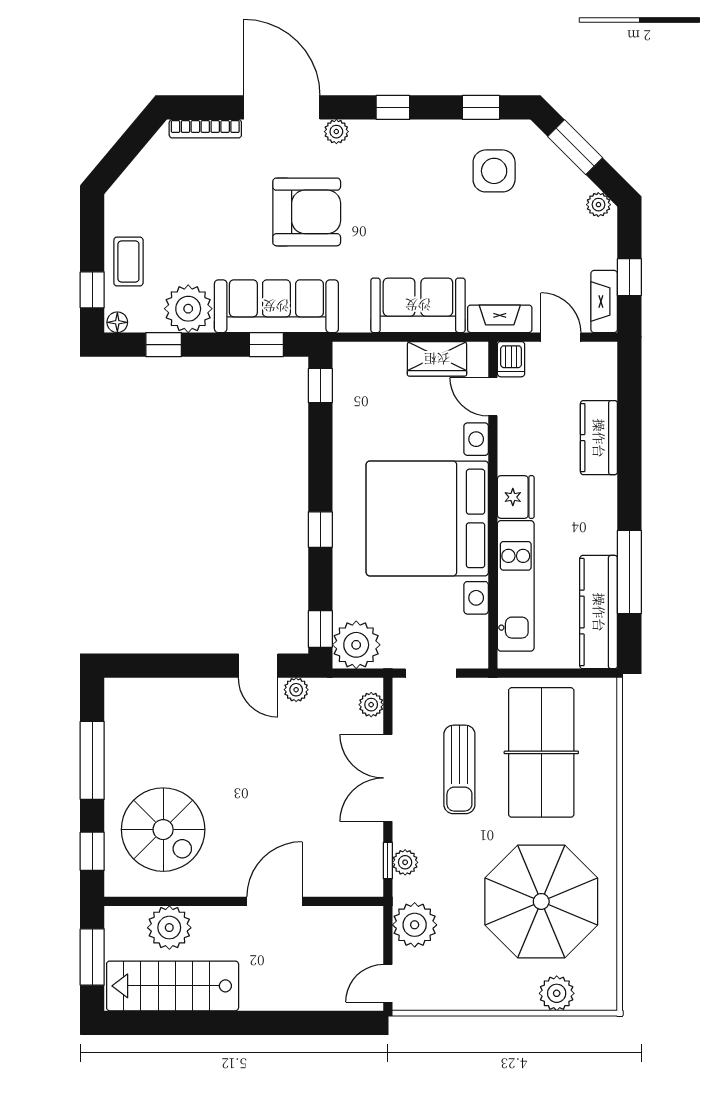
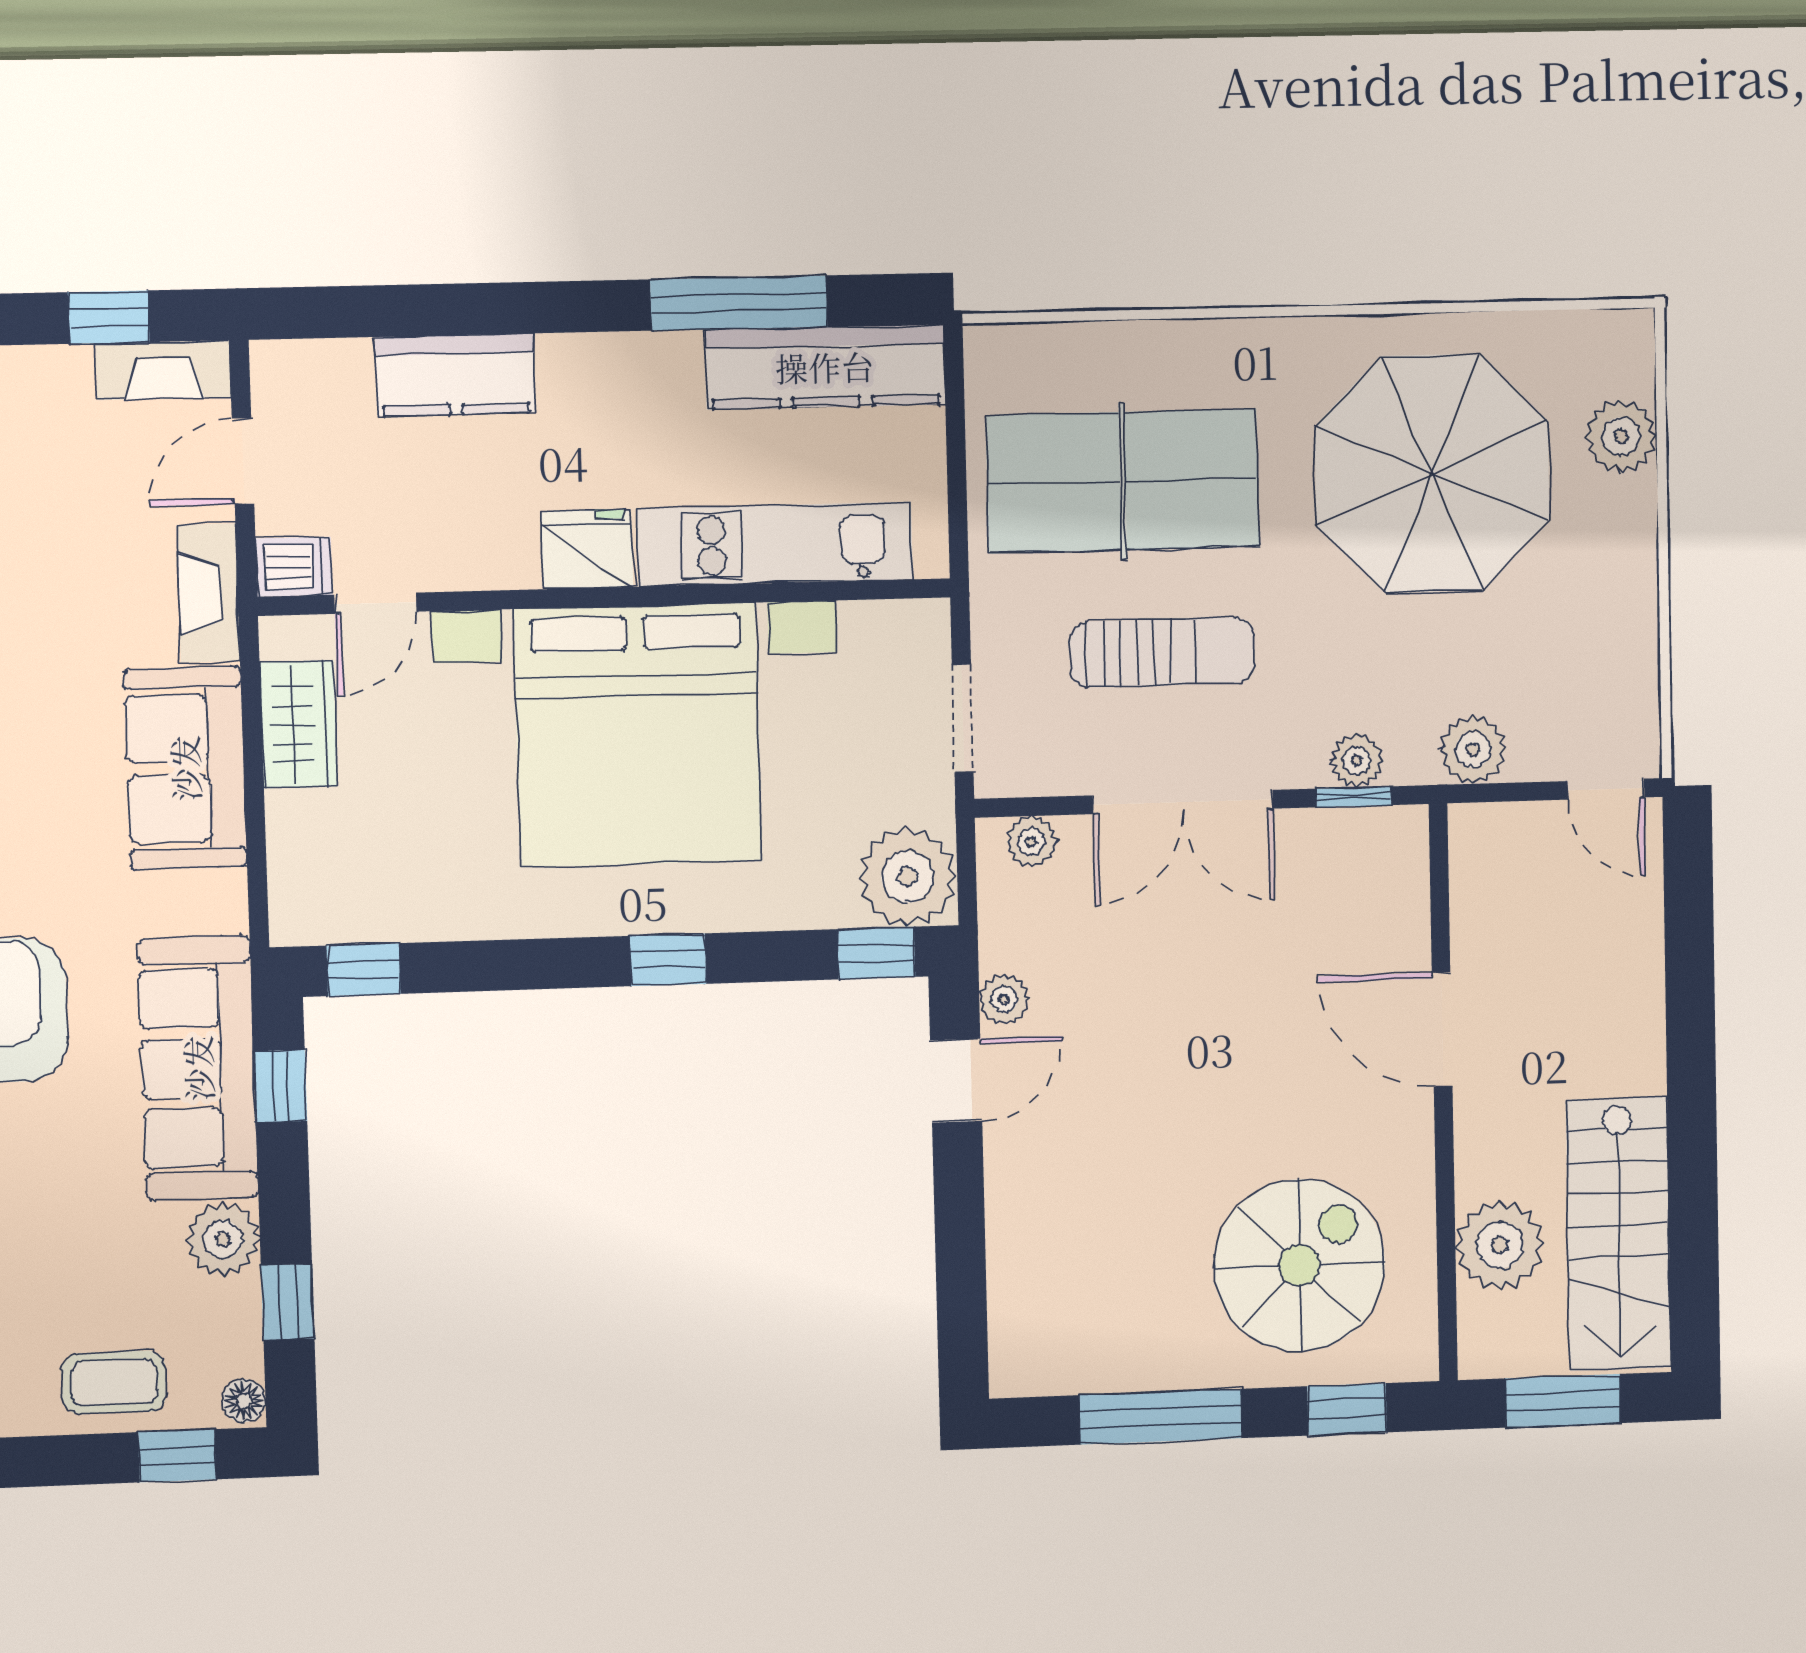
plant: (188, 309) -> (223, 1239), width x0.73, depth x0.73
plant: (415, 925) -> (1473, 750), width x0.73, depth x0.73

